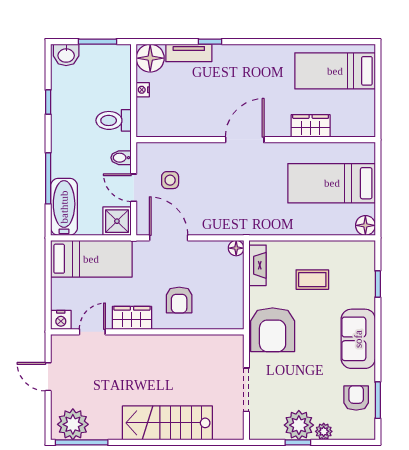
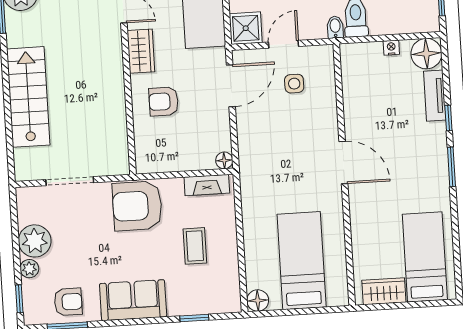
window: (255, 42) -> (451, 167), added
wardrobe: (311, 126) -> (384, 291), moved, turned -90
bidet: (121, 158) -> (335, 27), moved
window: (298, 442) -> (19, 299), moved

